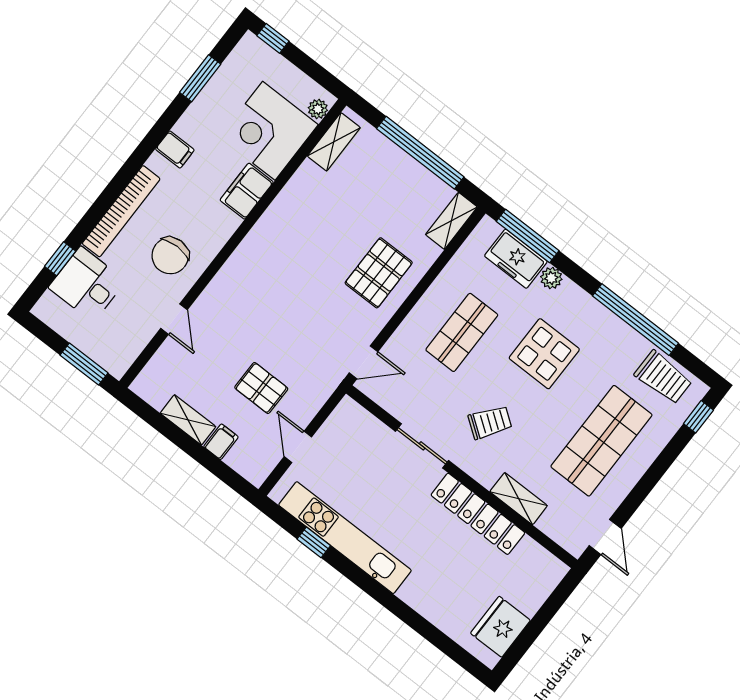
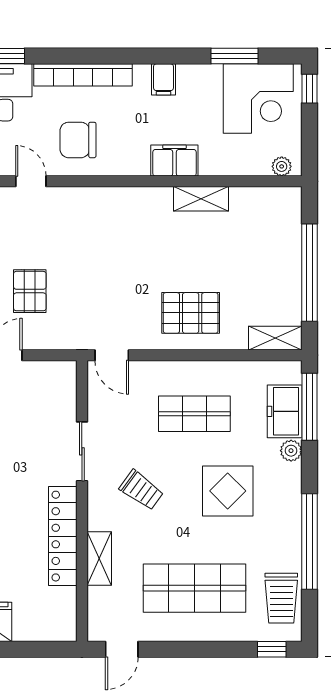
corner desk: (269, 131) -> (258, 99), moved, turned 180
shelving: (334, 142) -> (201, 199), moved
door: (174, 319) -> (31, 181), swing flipped

